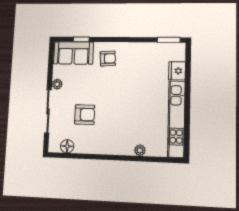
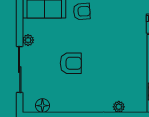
armchair: (85, 115) -> (71, 63), moved

